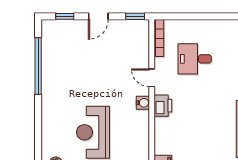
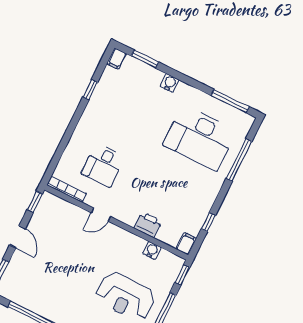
water cooler: (143, 103) -> (152, 250), moved
printer: (163, 106) -> (148, 225), moved

